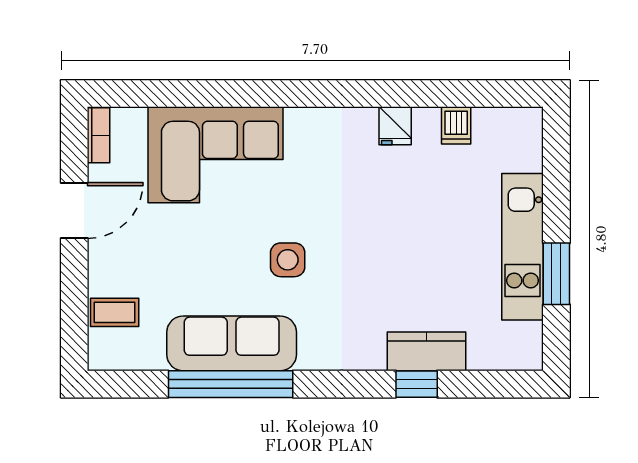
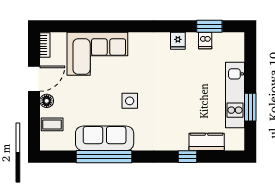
window: (466, 93) -> (209, 26), added
floor lamp: (103, 260) -> (47, 101), added
kitchen counter: (426, 351) -> (207, 142), moved

